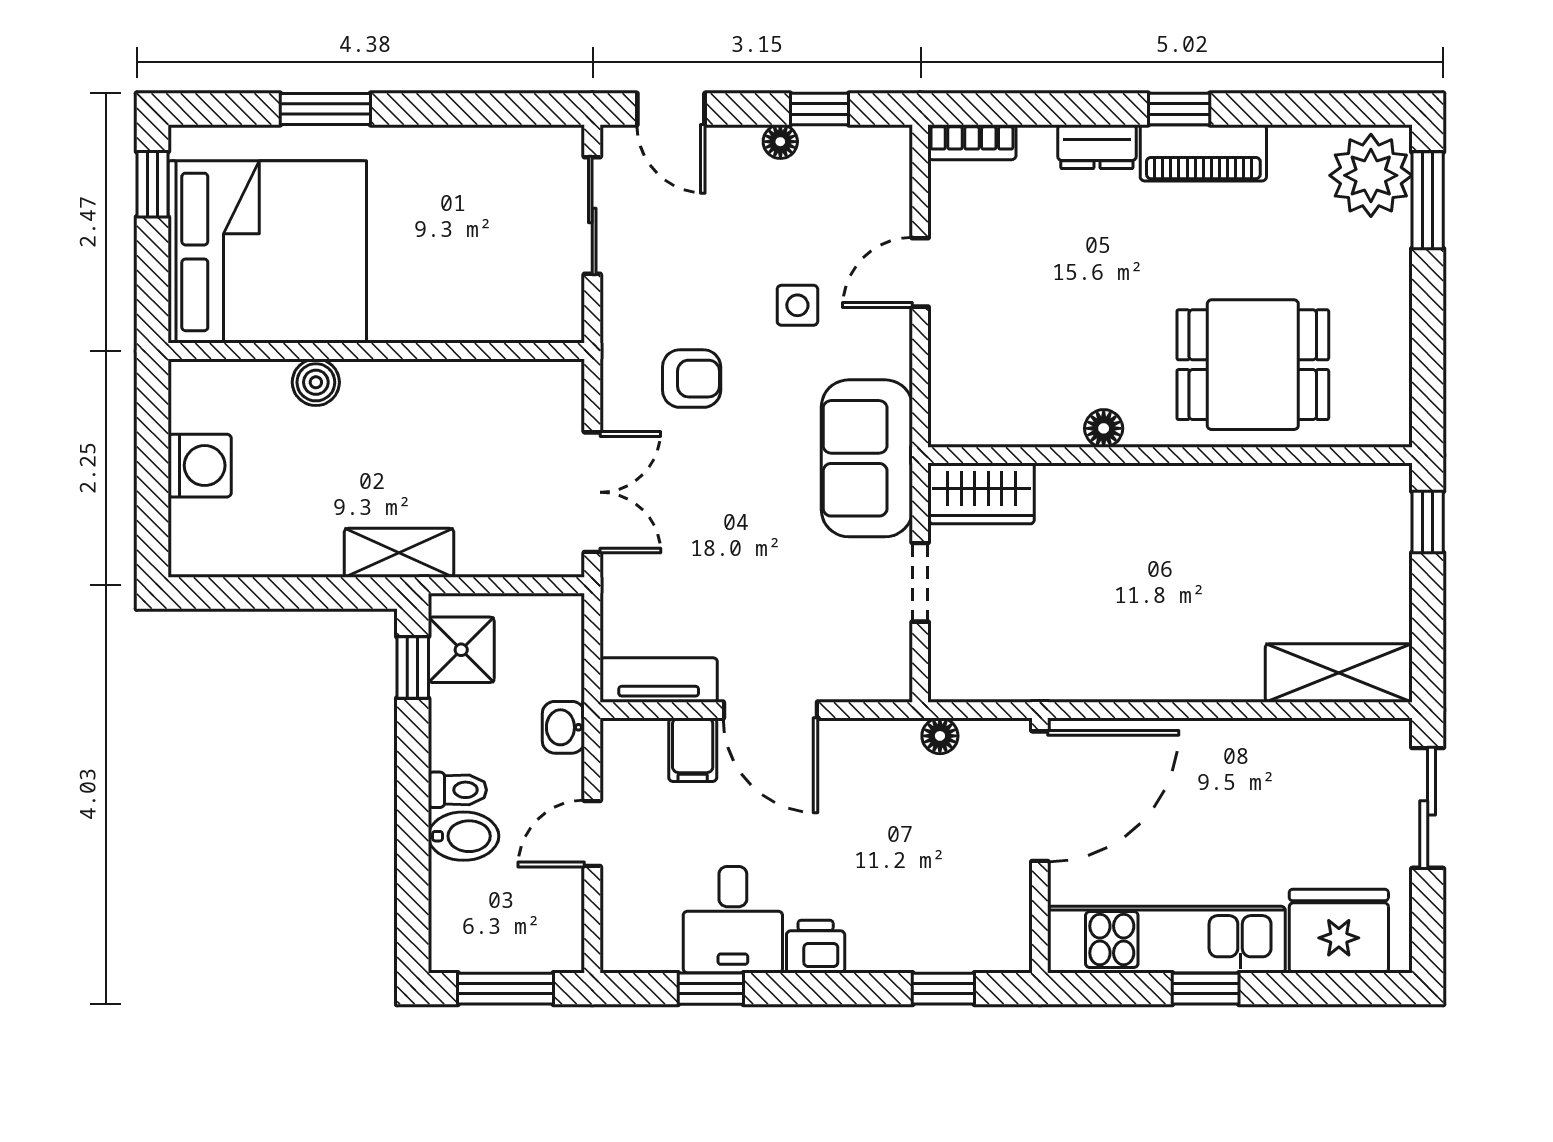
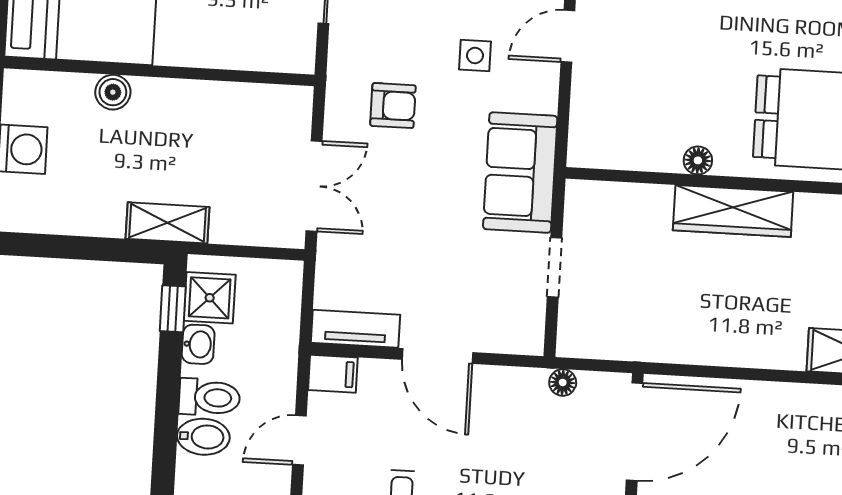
wardrobe: (982, 493) -> (733, 211), moved, width x1.50
washbasin: (563, 727) -> (198, 344), moved, turned 180
filing cabinet: (693, 750) -> (333, 374), moved, turned -90
toilet: (457, 790) -> (209, 397), width x1.37, depth x1.39

